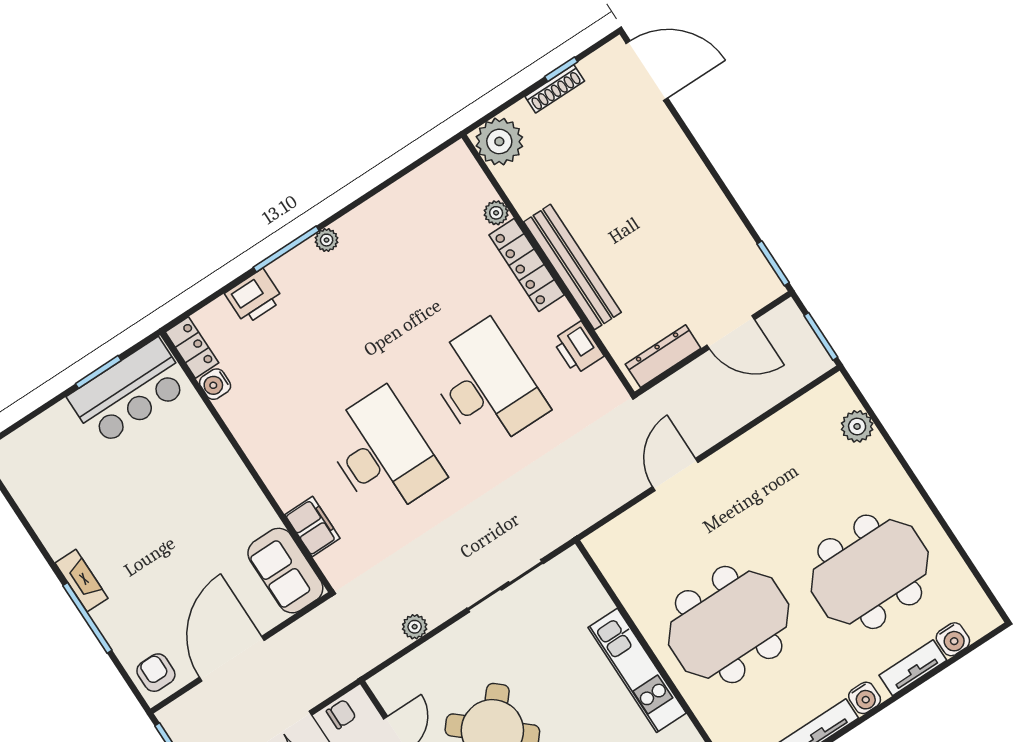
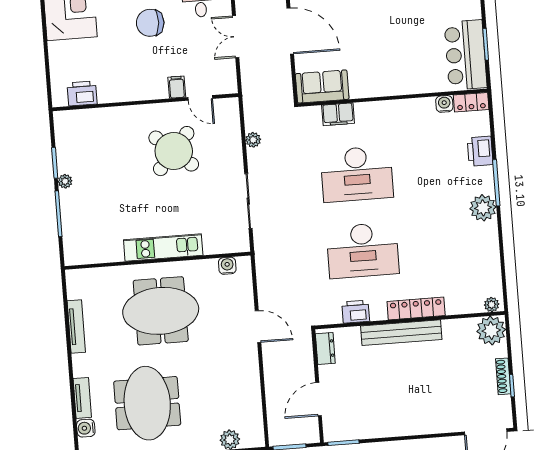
plant: (496, 213) -> (492, 305), moved
plant: (327, 240) -> (483, 208), width x1.87, depth x1.87
dresser: (663, 356) -> (325, 349), width x0.70
meeting table: (729, 625) -> (161, 311), turned 90
water cooler: (865, 698) -> (227, 266), moved, turned 90
chair: (341, 714) -> (228, 74), removed

